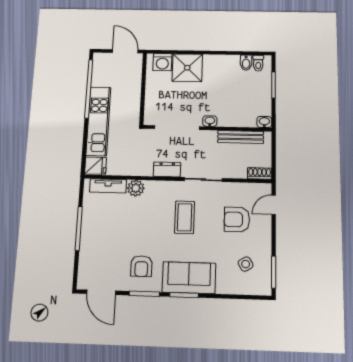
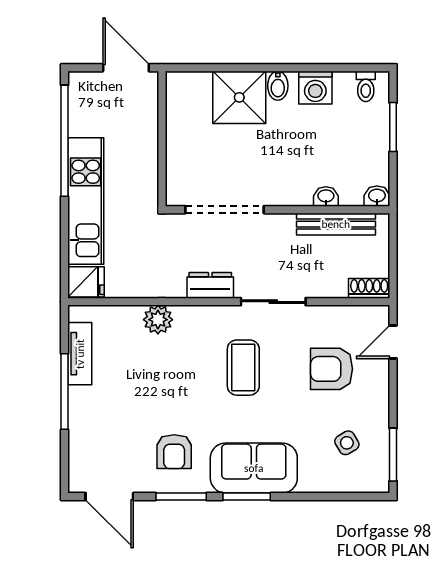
washing machine: (162, 62) -> (315, 88), moved
bidet: (246, 63) -> (278, 86), moved
washbasin: (210, 121) -> (326, 196), moved
tv unit: (108, 186) -> (80, 354), moved, turned -90

